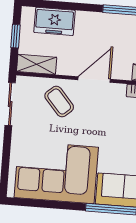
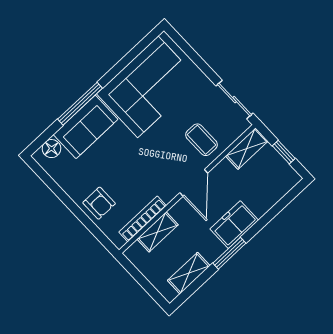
freezer: (55, 21) -> (234, 225), moved
coffee table: (59, 101) -> (202, 140), turned 41

